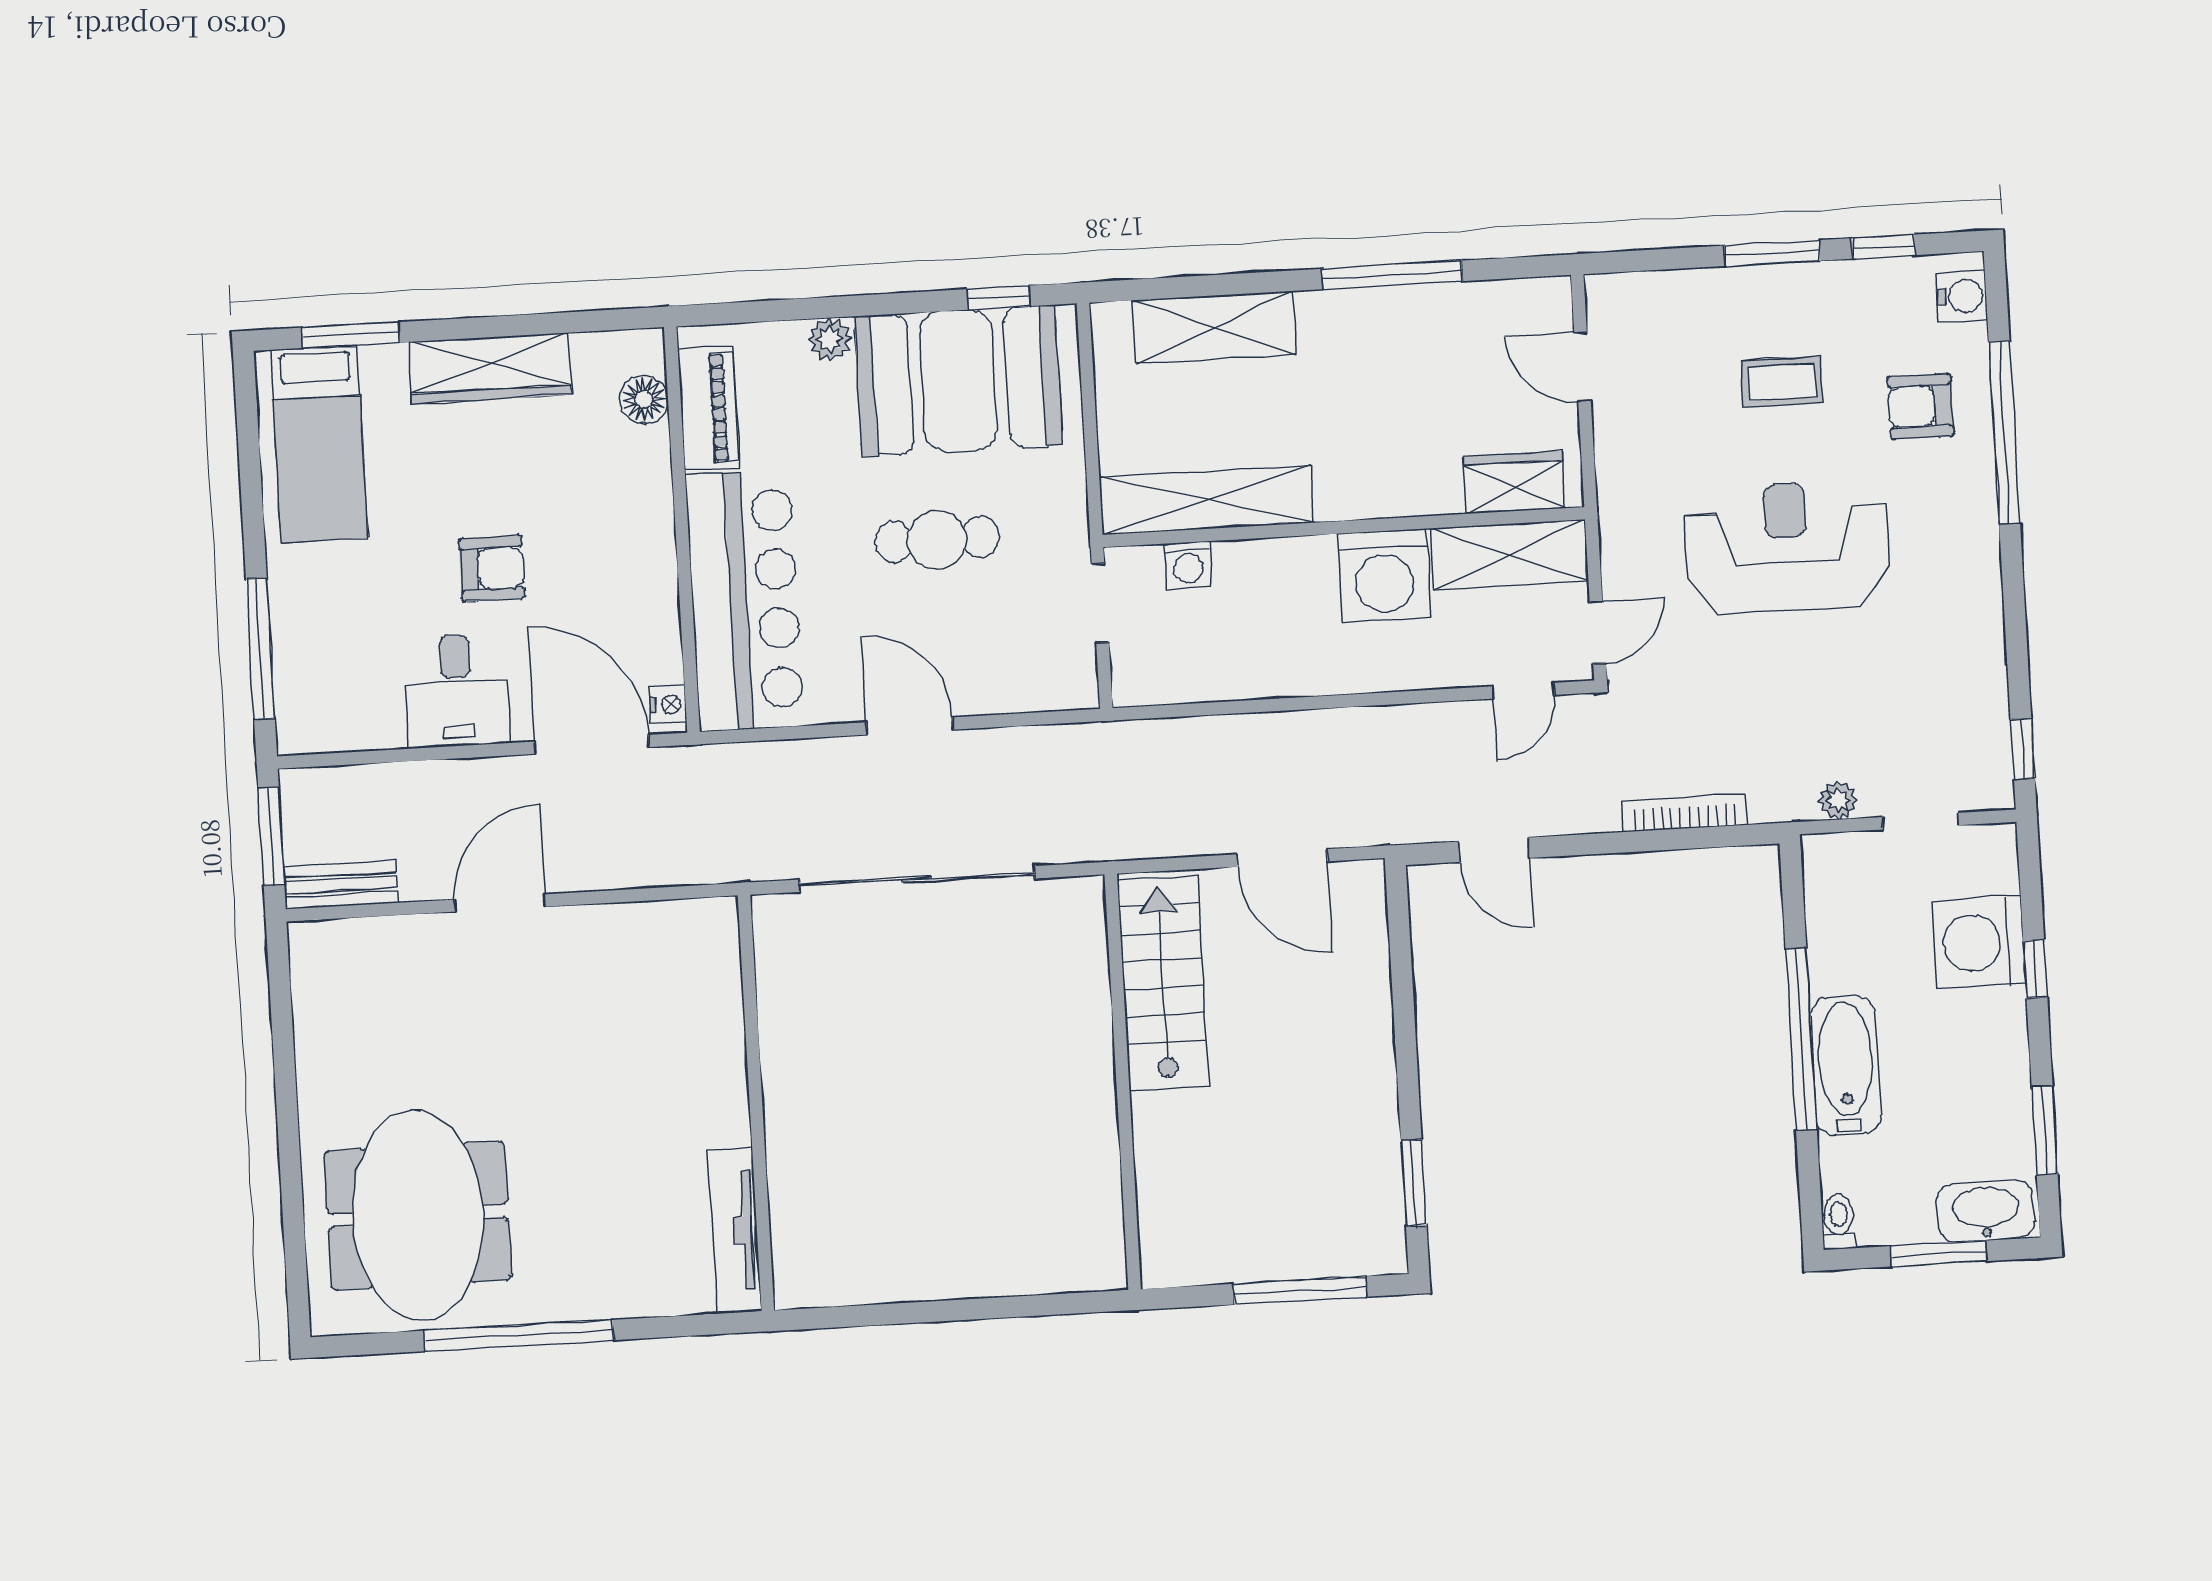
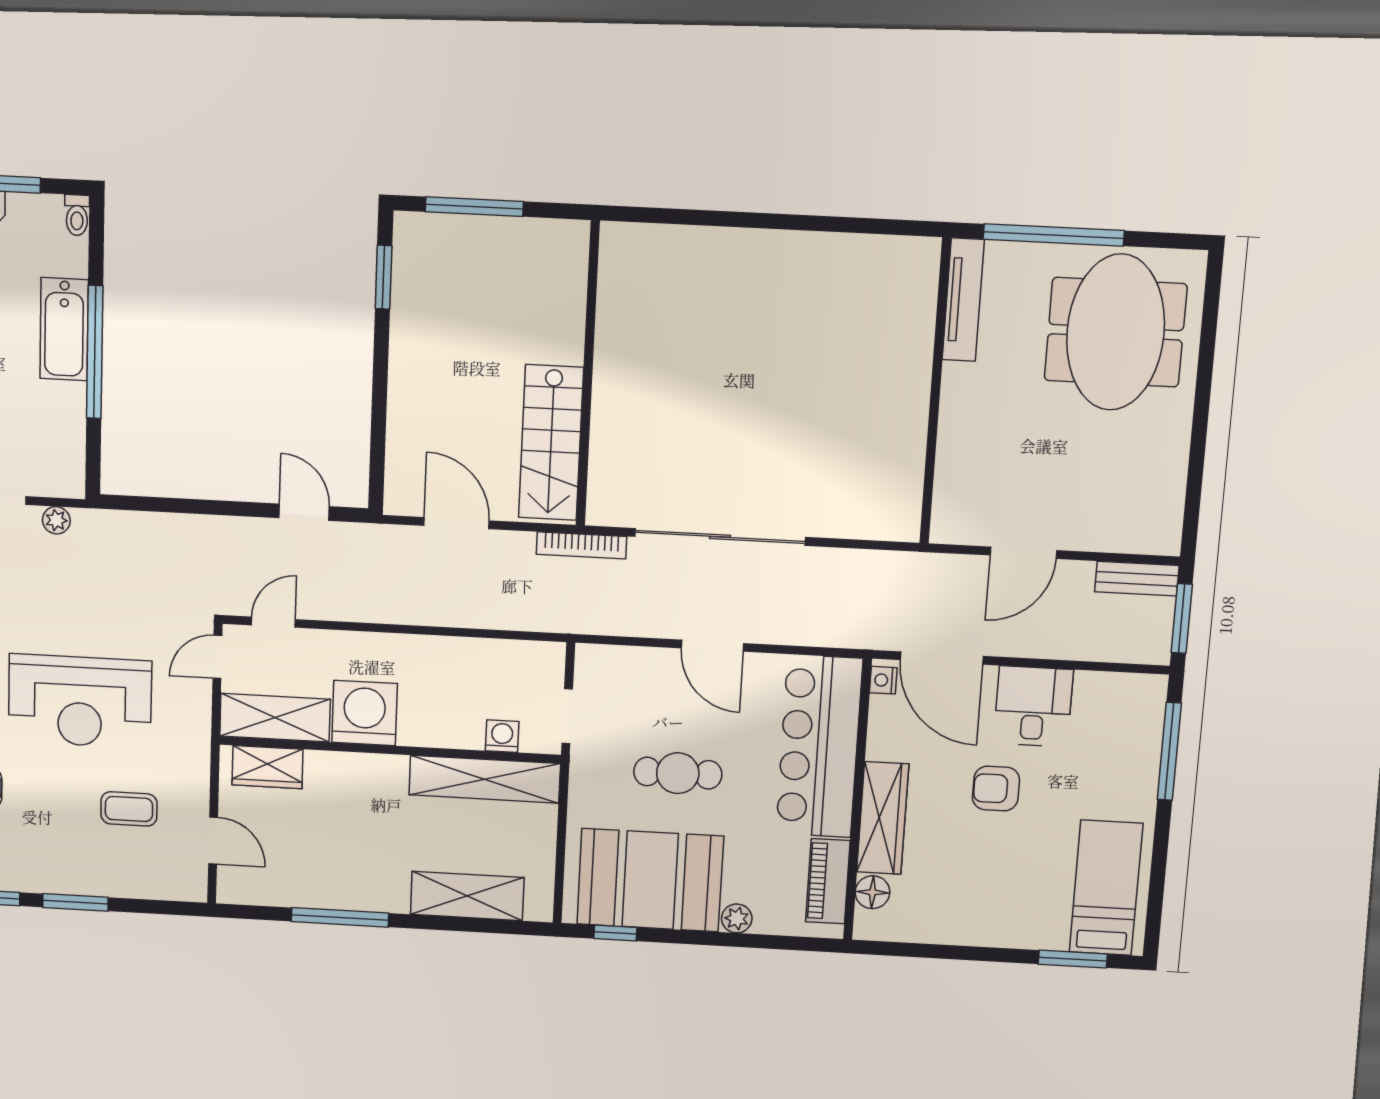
wardrobe: (490, 368) -> (883, 818), moved, turned 90
coffee table: (1782, 382) -> (129, 809), moved
bookcase: (1685, 813) -> (581, 545), moved
wall: (756, 1103) -> (935, 392), moved
tv unit: (735, 1231) -> (963, 300), moved

